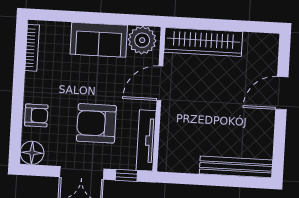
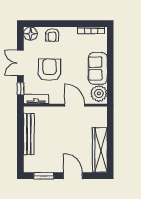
wardrobe: (203, 42) -> (100, 150), moved
tv unit: (146, 140) -> (36, 99), width x0.71
window: (279, 143) -> (44, 176), added
bench: (236, 167) -> (29, 134), moved

